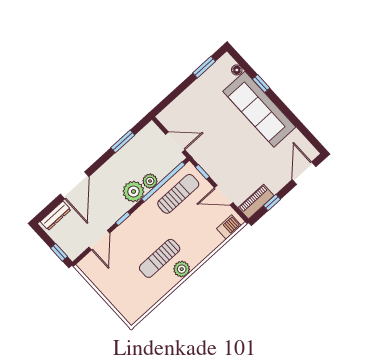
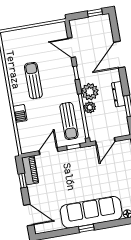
window: (261, 84) -> (86, 228), moved
door: (75, 185) -> (119, 55), hinge flipped
dresser: (56, 216) -> (118, 94), moved
barbecue: (229, 227) -> (20, 113), moved
window: (59, 252) -> (95, 13), moved
plant: (182, 269) -> (17, 91), removed

